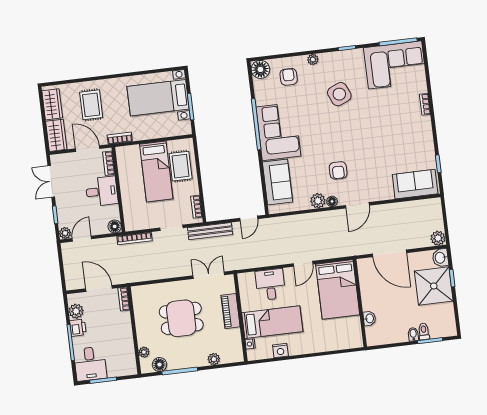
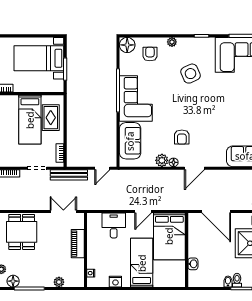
dining table: (181, 318) -> (22, 232), moved, turned 90
bed: (272, 322) -> (142, 263), moved, turned -90

